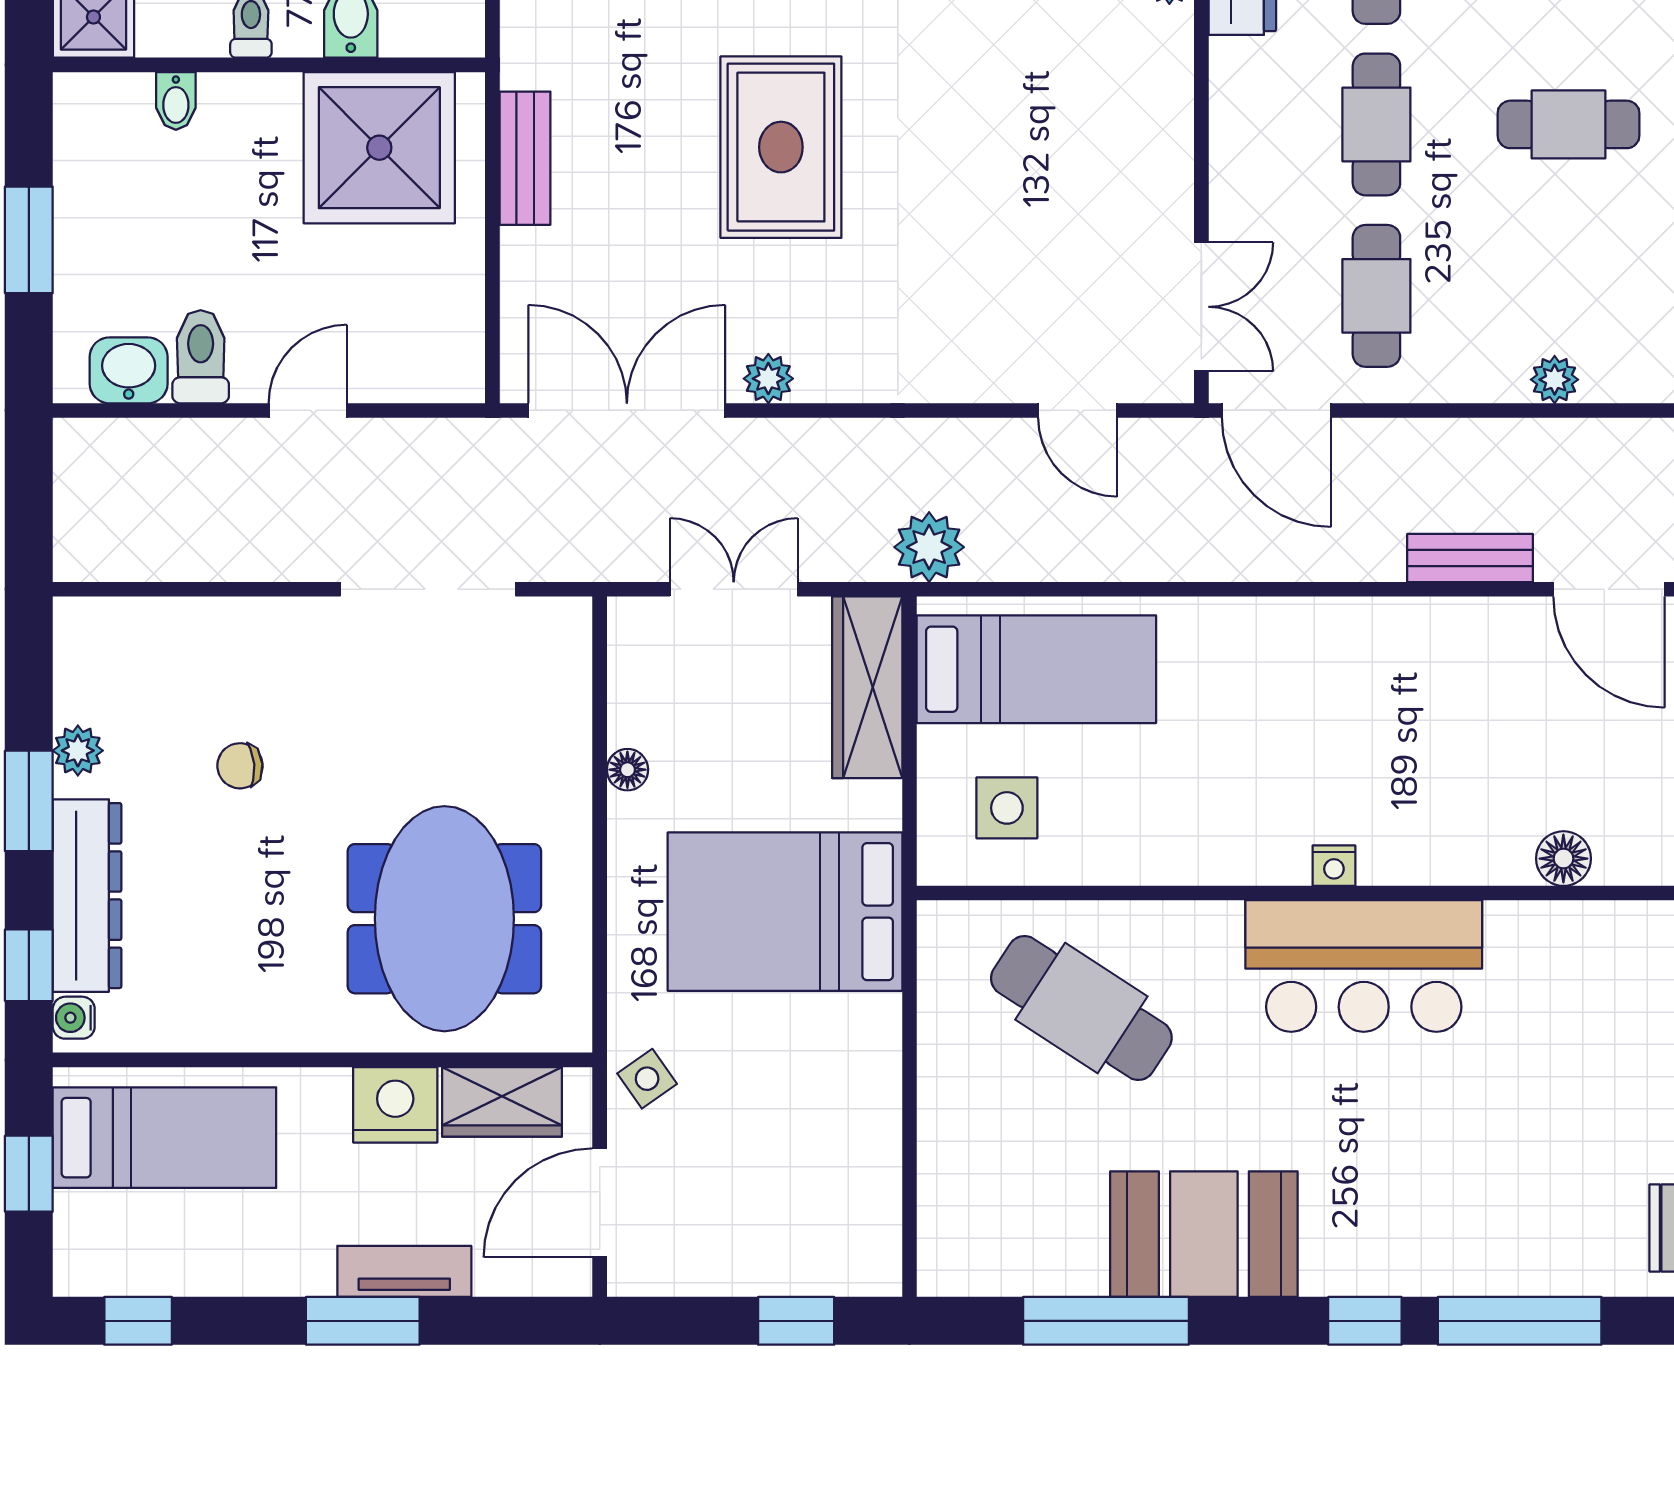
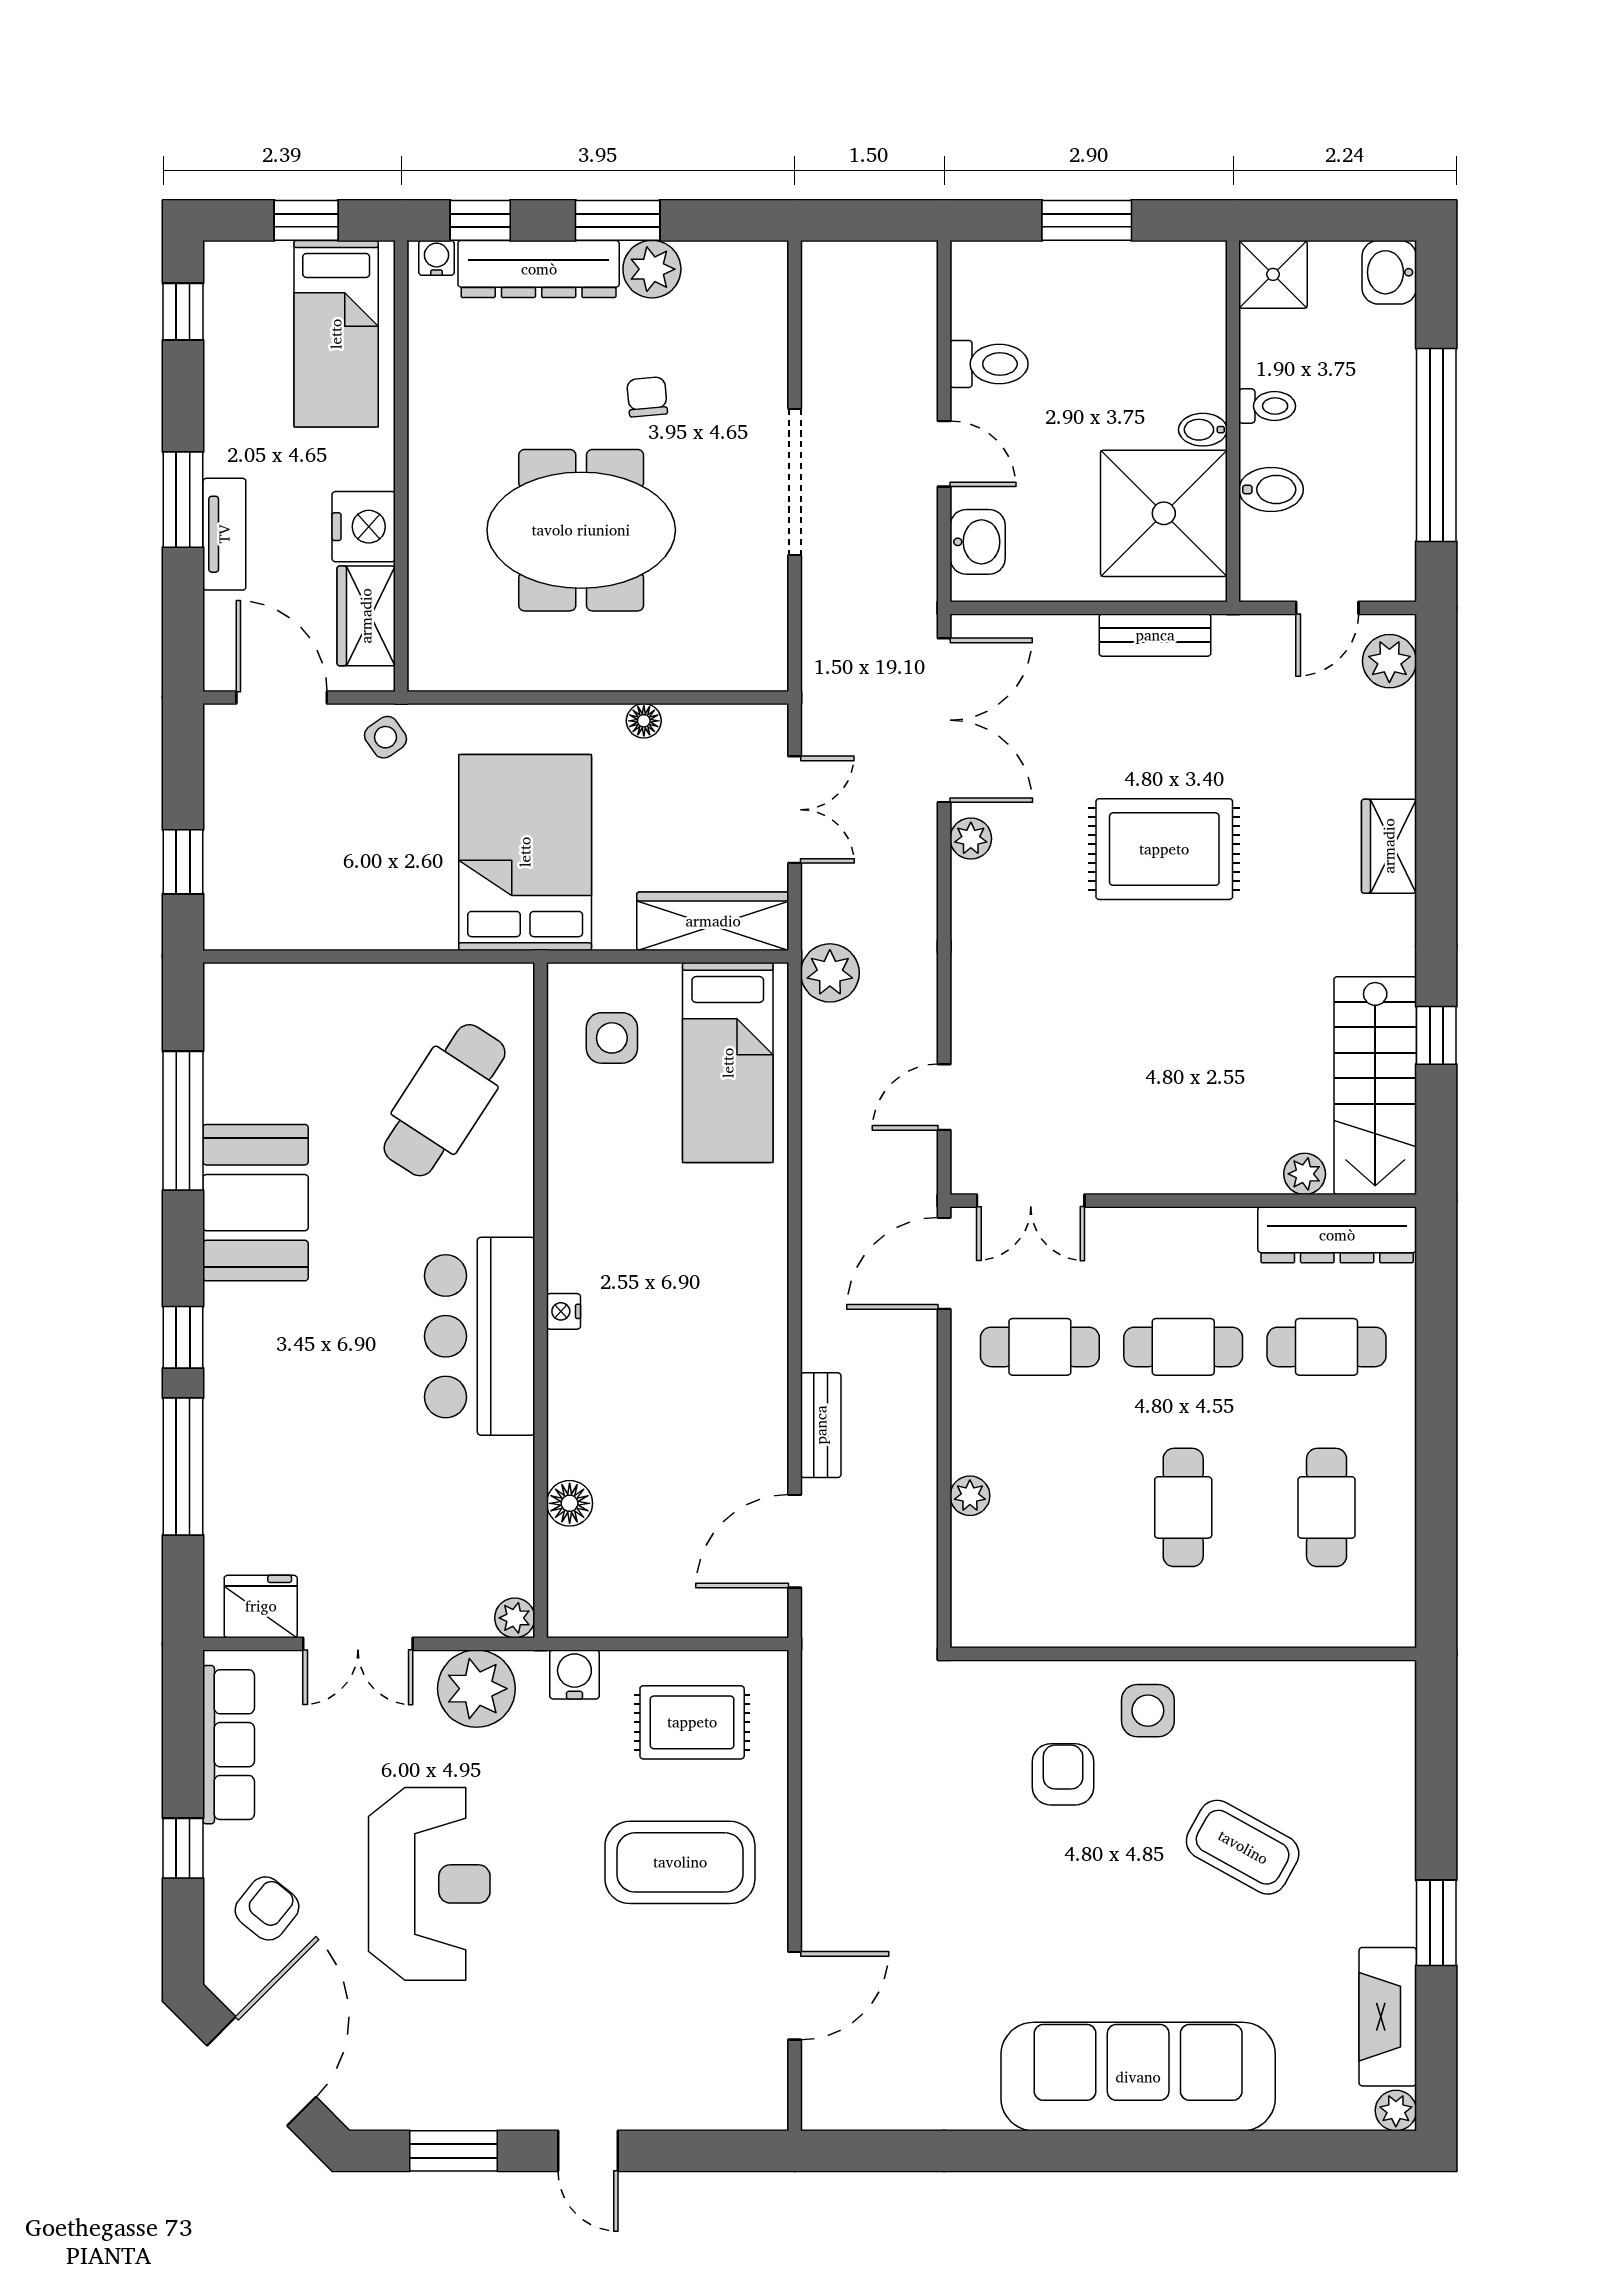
bidet: (176, 101) -> (1203, 430), moved
washbasin: (129, 370) -> (978, 542), moved
doorway: (428, 589) -> (795, 482), moved
plant: (78, 751) -> (652, 269), width x1.38, depth x1.38
meeting table: (444, 919) -> (581, 530), moved

